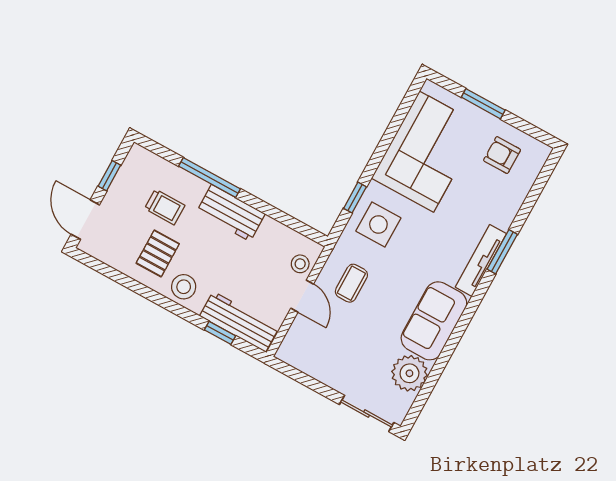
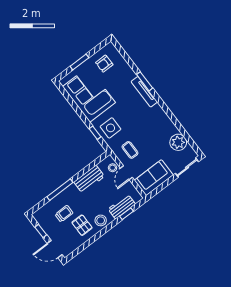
workbench: (231, 213) -> (89, 179), moved
door: (302, 296) -> (126, 173), swing flipped
sofa: (434, 321) -> (154, 178), moved, turned 90
workbench: (239, 322) -> (122, 207), width x0.73

